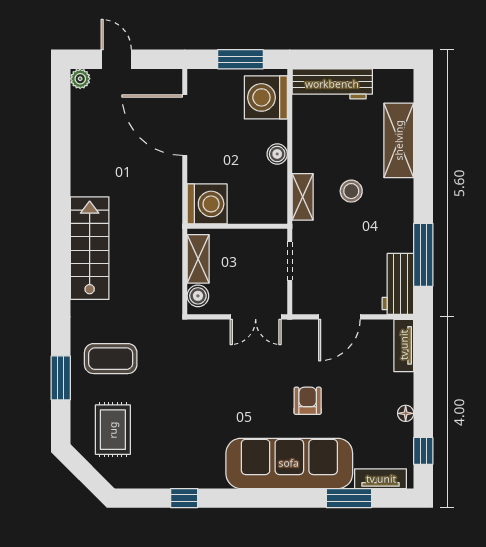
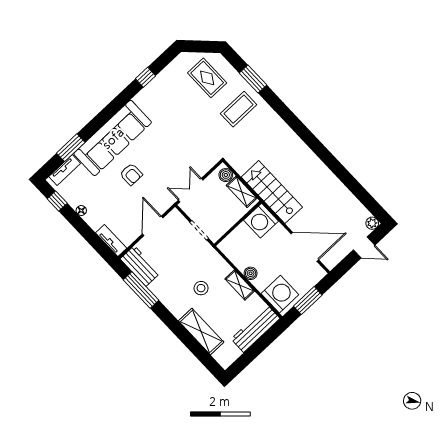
shelving: (303, 197) -> (240, 285), moved
stairs: (90, 248) -> (272, 192), moved, turned 180

